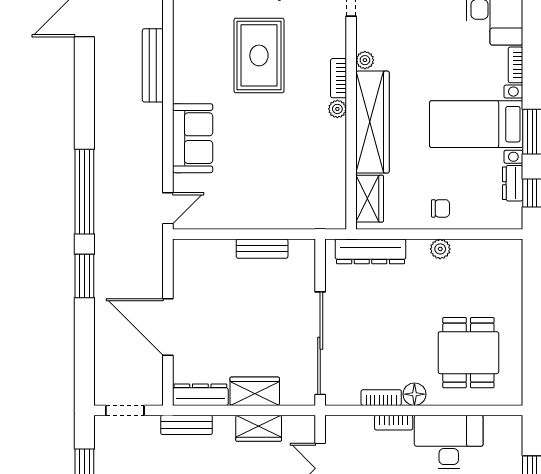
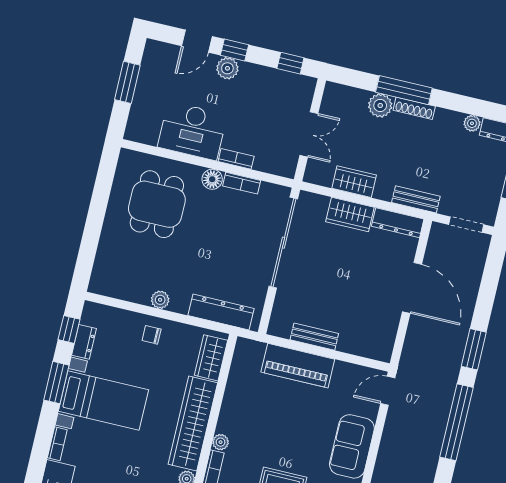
piano: (273, 213) -> (298, 366), added

